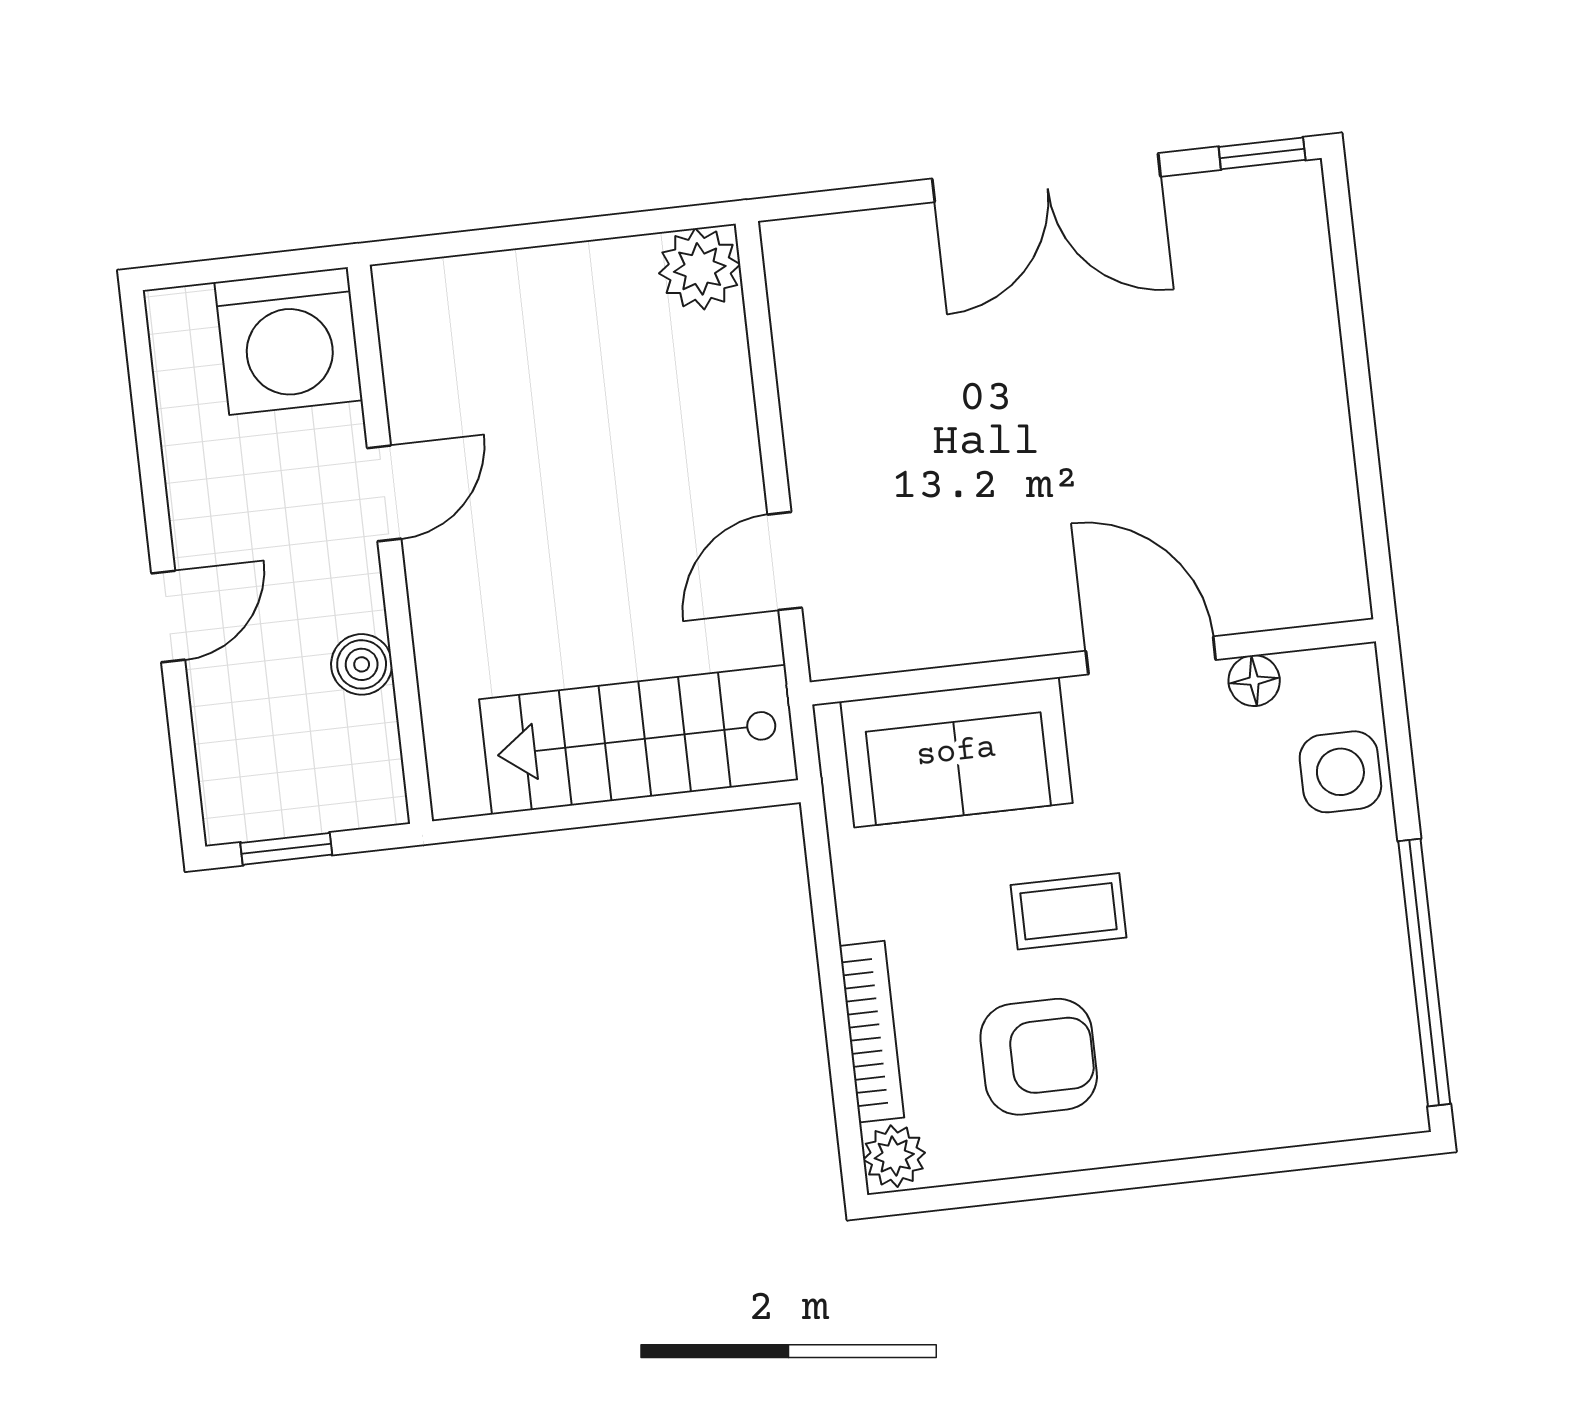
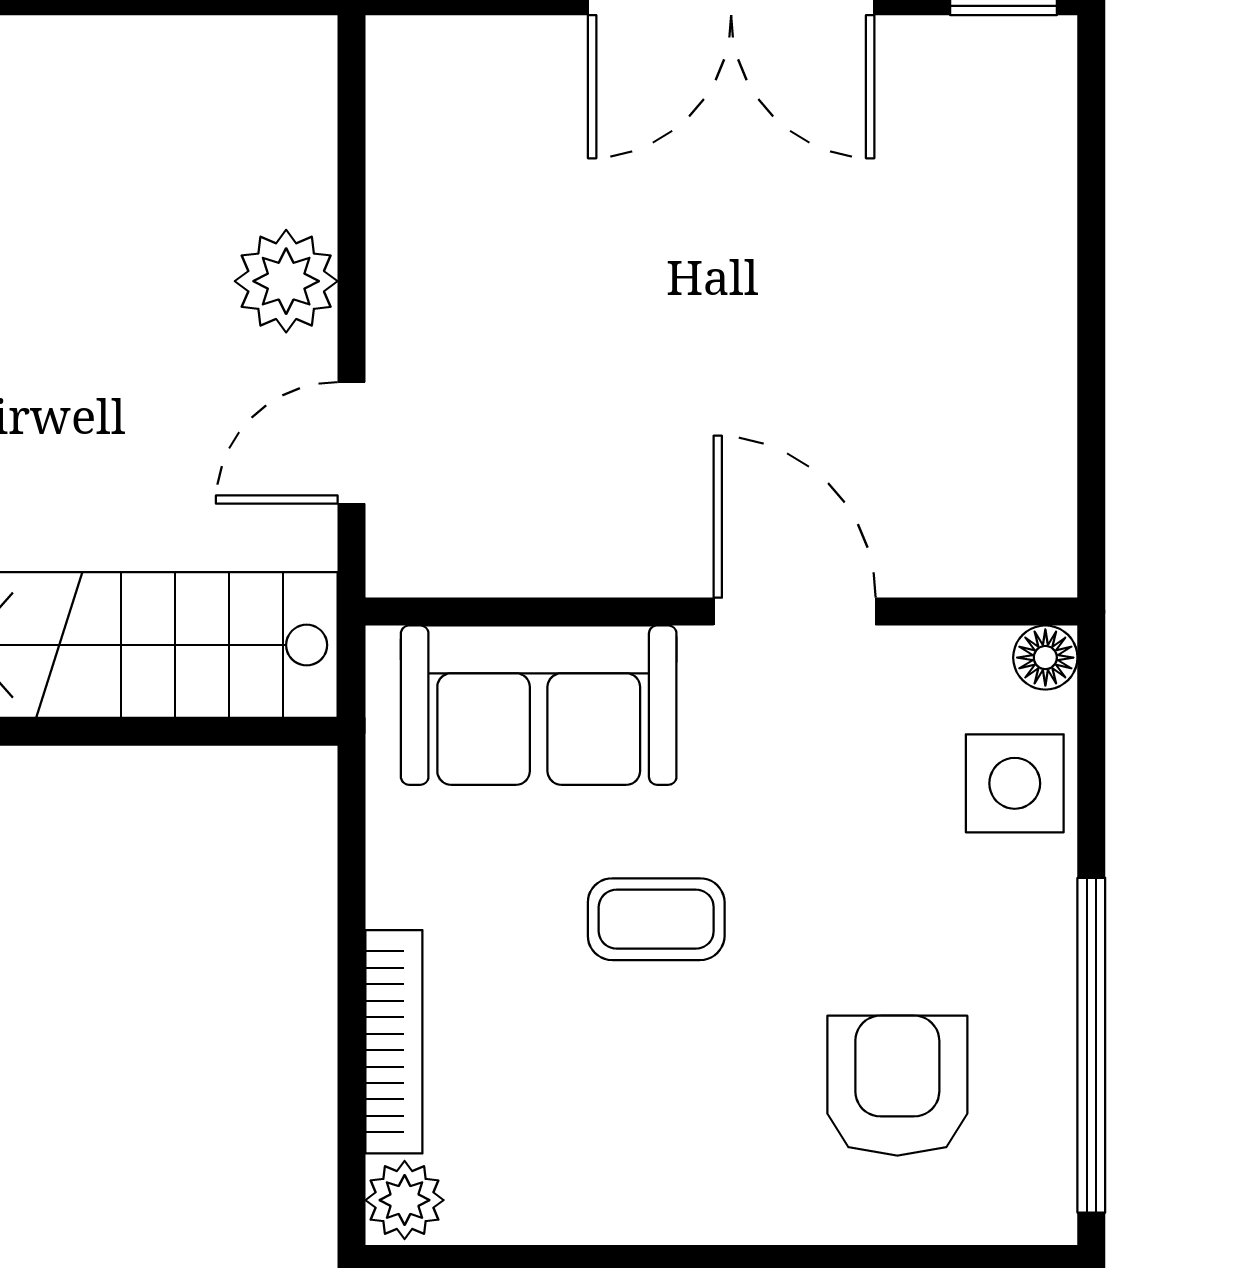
plant: (700, 269) -> (286, 281), moved
floor lamp: (1254, 681) -> (1045, 658), moved
armchair: (1039, 1057) -> (897, 1086), moved, turned -90

